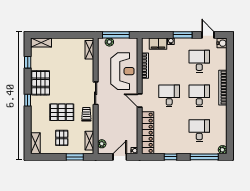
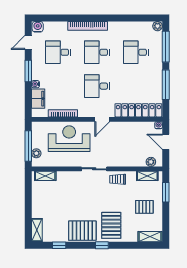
pallet: (62, 112) -> (111, 225), moved
window: (170, 157) -> (166, 85), width x2.17

